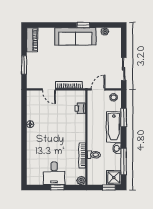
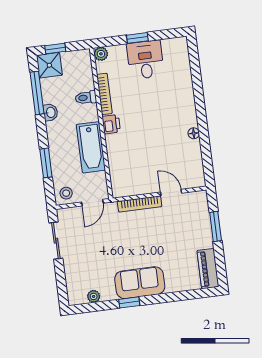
sofa: (75, 36) -> (140, 283), width x0.73
printer: (80, 108) -> (111, 124), moved
bathtub: (114, 127) -> (91, 147), moved, turned 180

